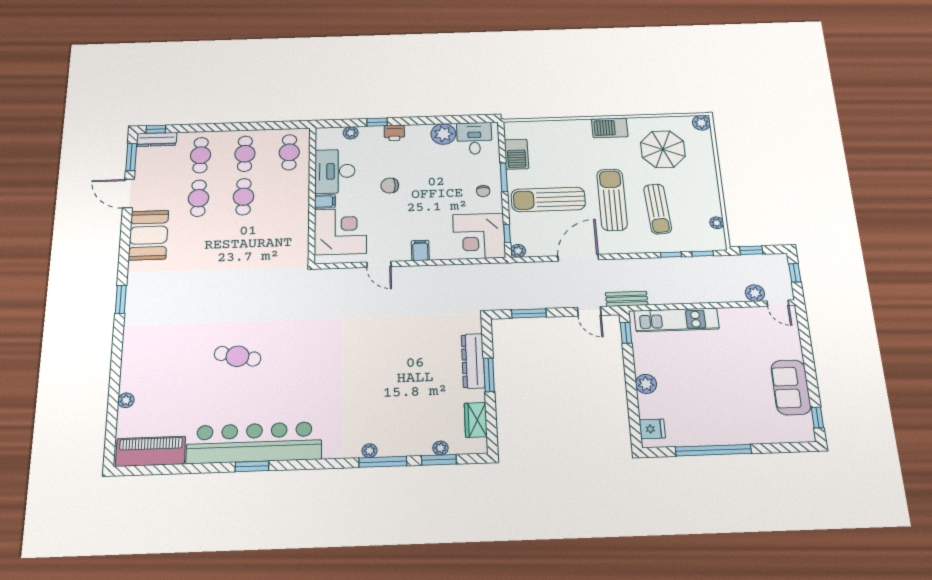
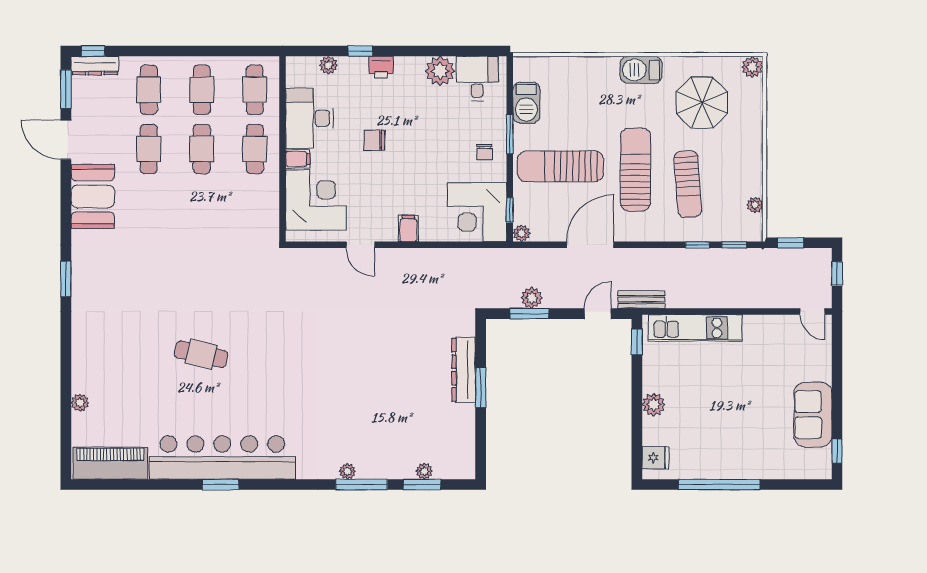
cafe table: (288, 195) -> (255, 149), added
plant: (755, 293) -> (532, 298), moved
door: (589, 311) -> (598, 314), swing flipped
wardrobe: (476, 420) -> (464, 440), removed

